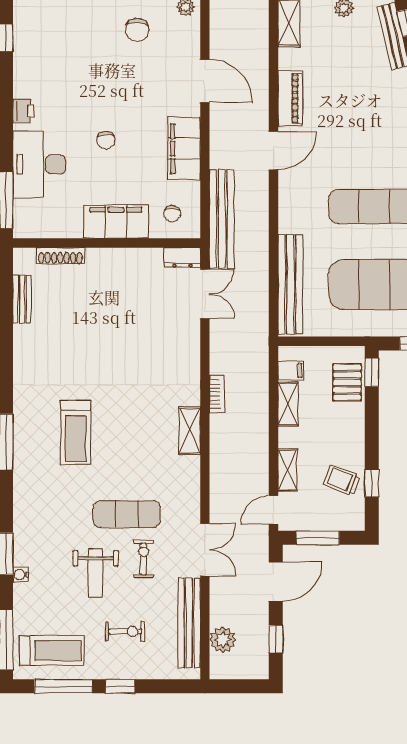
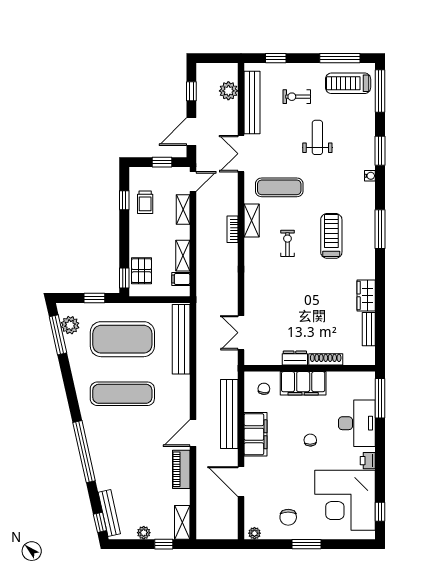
chair: (137, 30) -> (288, 517), turned 180
corner desk: (56, 54) -> (345, 500), added
bench: (222, 219) -> (229, 414), moved
shoe rack: (60, 256) -> (326, 359), moved
dresser: (182, 258) -> (295, 358), moved
wardrobe: (26, 347) -> (366, 295), added
bookcase: (217, 394) -> (232, 229), moved
shelving: (190, 431) -> (252, 221), moved
trolley: (342, 480) -> (145, 202), turned 69
exercise mat: (127, 514) -> (279, 187), moved
window: (318, 538) -> (162, 162), width x0.67
exercise bike: (144, 559) -> (287, 243), moved, turned 180
water cooler: (21, 575) -> (370, 176), moved
window: (120, 686) -> (276, 58), moved

